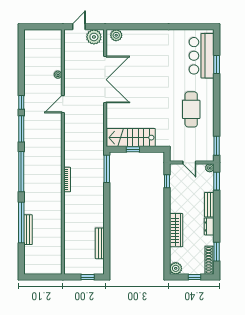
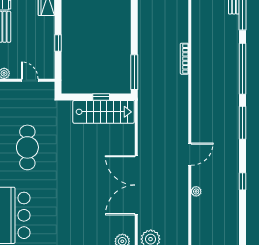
window: (21, 102) -> (243, 181), moved
window: (167, 181) -> (58, 43), moved

